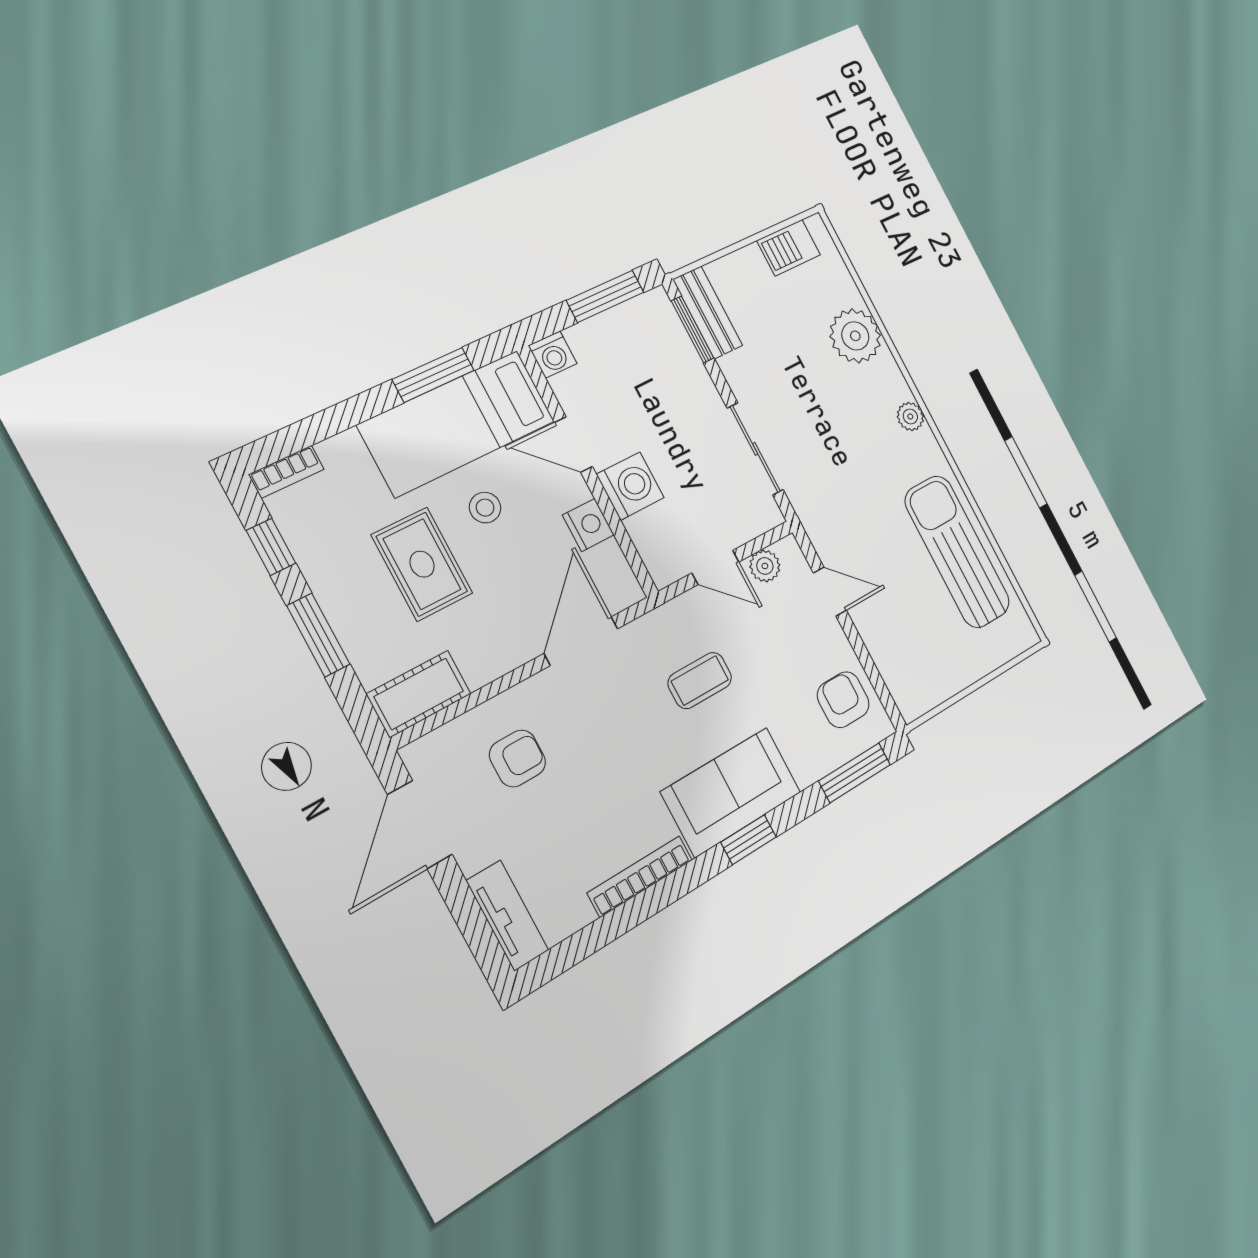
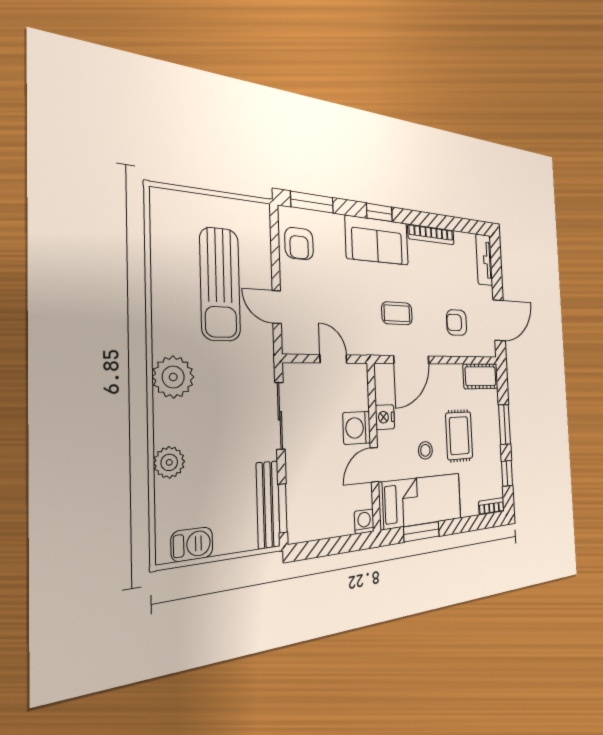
window: (605, 296) -> (323, 548), removed
bench: (708, 312) -> (268, 505), width x1.36
plant: (855, 336) -> (169, 462), width x0.73, depth x0.73
plant: (910, 416) -> (173, 377), width x1.88, depth x1.88
door: (573, 445) -> (374, 465), swing flipped
sun lounger: (957, 552) -> (220, 284), moved
plant: (765, 566) -> (307, 344), removed
coffee table: (700, 680) -> (397, 313), moved

